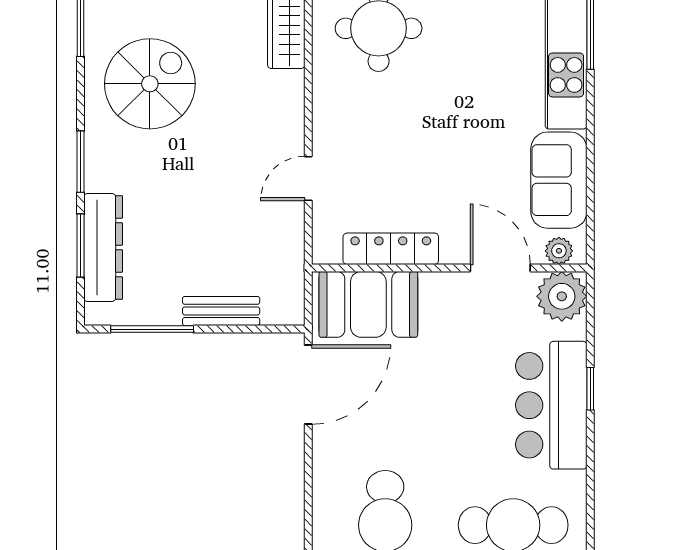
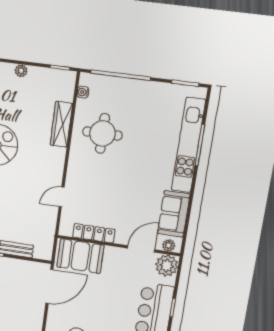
door: (500, 268) -> (141, 249), hinge flipped

